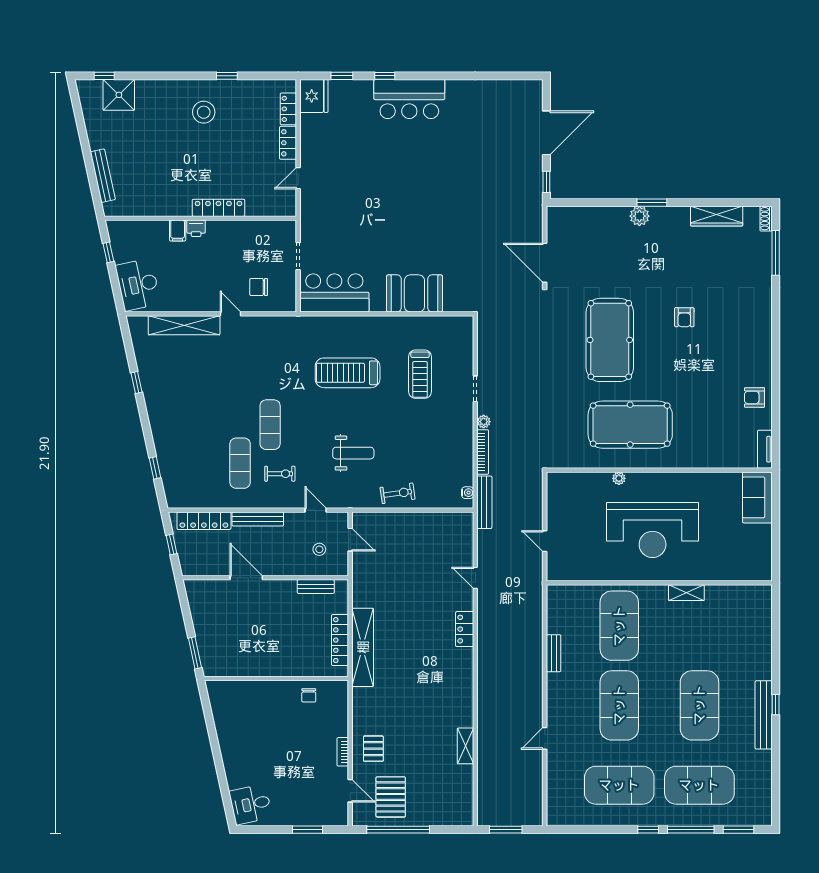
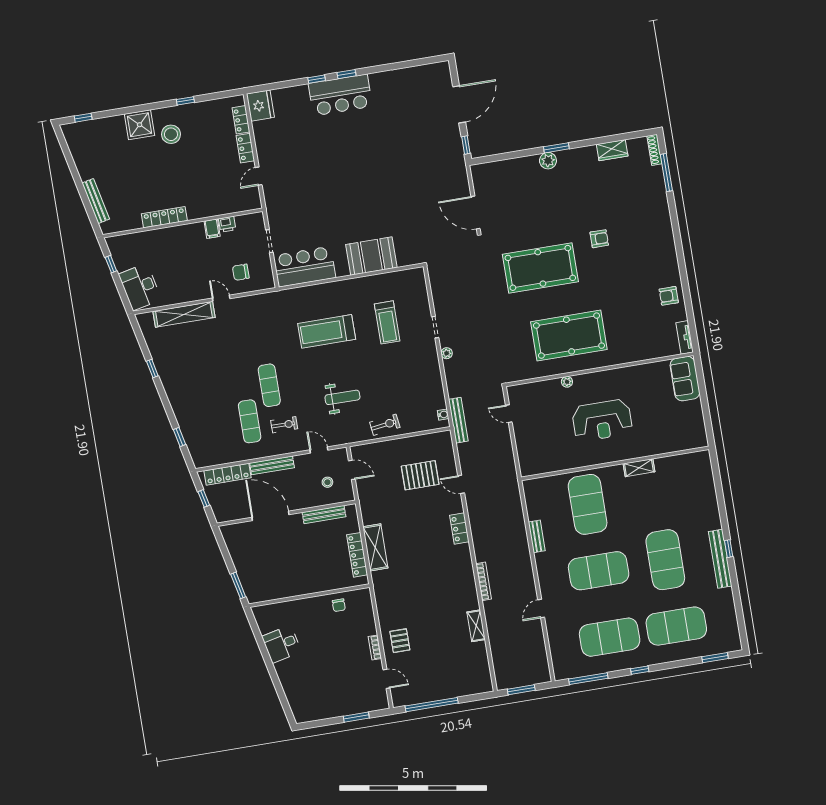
window: (342, 76) -> (347, 74), moved
shower: (119, 95) -> (140, 125), moved
locker: (218, 208) -> (164, 217), moved
wardrobe: (717, 216) -> (612, 150), width x0.67
shoe rack: (766, 219) -> (655, 150), width x1.43
printer: (196, 228) -> (227, 224), moved
filing cabinet: (178, 231) -> (212, 229), moved
armchair: (684, 317) -> (599, 239), turned -90
pool table: (610, 340) -> (540, 268), turned 90
bookcase: (483, 452) -> (484, 581), moved
reception desk: (653, 530) -> (602, 420), width x0.74, depth x0.77
door: (545, 541) -> (509, 414), moved
door: (246, 578) -> (270, 516), width x1.36
bench: (316, 587) -> (324, 515), width x1.36
shelving: (363, 647) -> (375, 547), width x0.68
exercise mat: (619, 705) -> (599, 571), turned 90
pallet: (391, 797) -> (420, 475), moved, turned 90
desk: (251, 804) -> (282, 644), moved
window: (691, 830) -> (588, 679), moved

